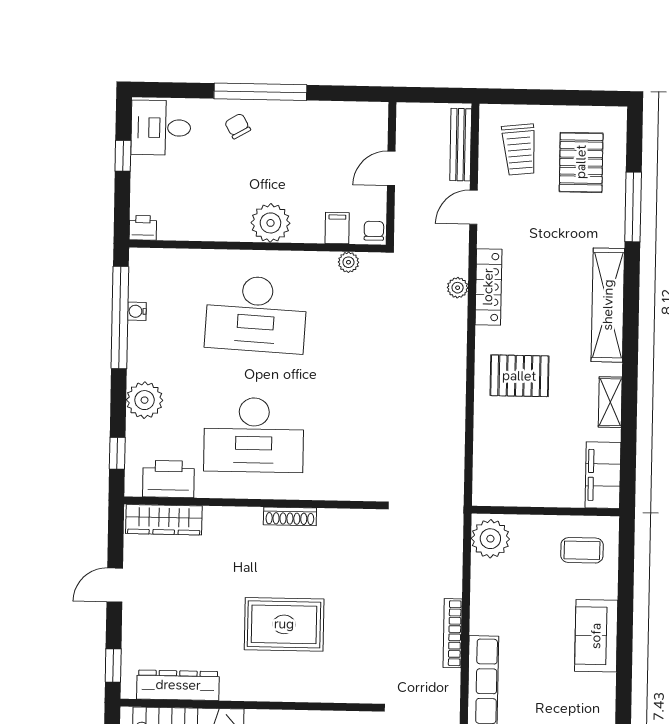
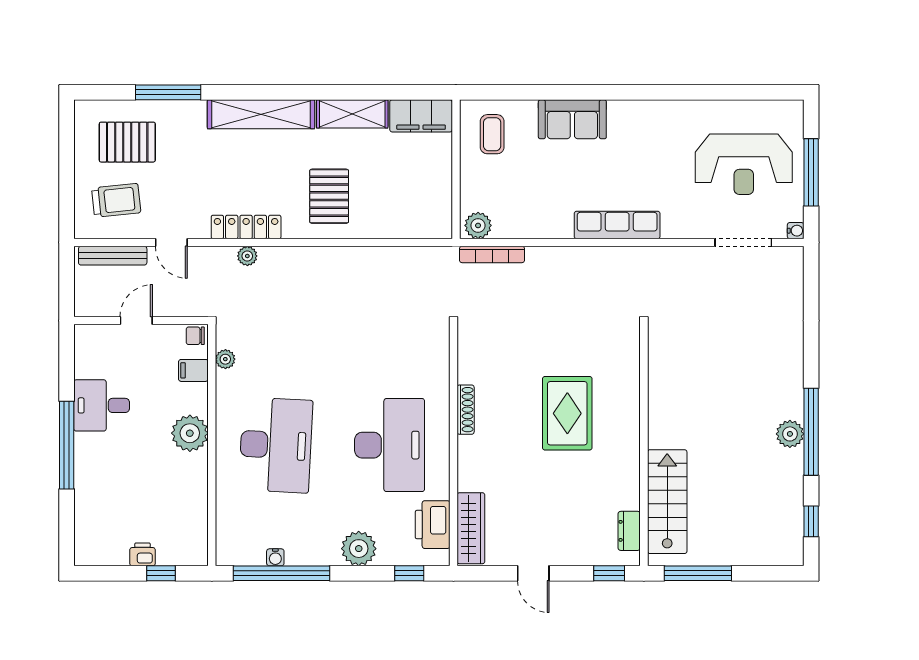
chair: (238, 126) -> (99, 466), removed
desk: (161, 128) -> (102, 405), moved, turned 90
window: (123, 156) -> (161, 573), moved
door: (391, 168) -> (136, 321), swing flipped
printer: (143, 228) -> (143, 554), moved, turned 90
shelving: (610, 402) -> (352, 114), width x1.50, depth x1.33
plant: (490, 539) -> (478, 225), width x0.73, depth x0.73
bookcase: (453, 633) -> (492, 254), moved
dresser: (178, 685) -> (629, 531), width x0.51, depth x0.80

